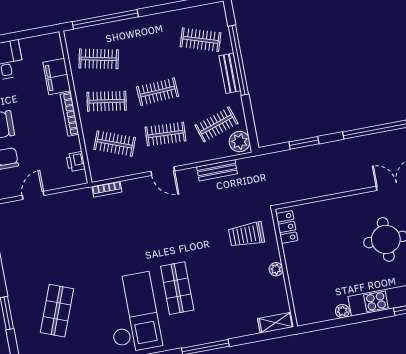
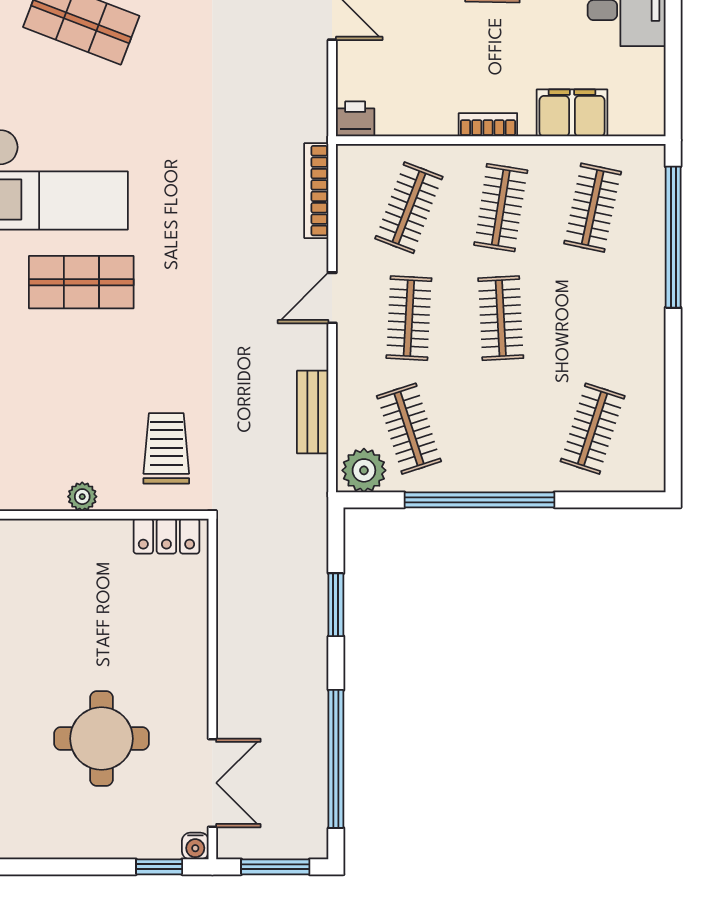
window: (238, 60) -> (479, 500), moved
bench: (230, 73) -> (511, 477), removed
bookcase: (70, 114) -> (488, 125), width x0.64
printer: (76, 162) -> (355, 119), moved
bookcase: (107, 189) -> (316, 191), width x1.56

